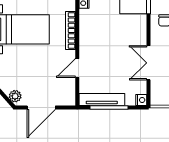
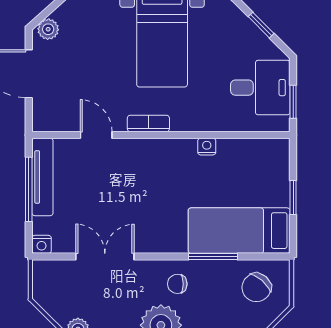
bookcase: (70, 30) -> (148, 123), width x0.64

